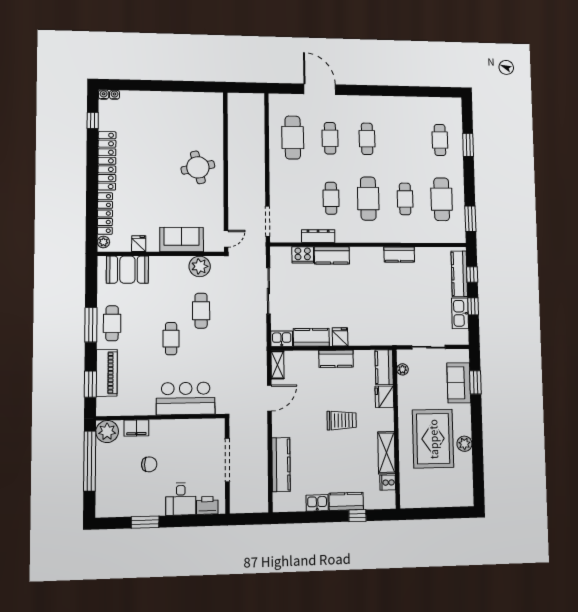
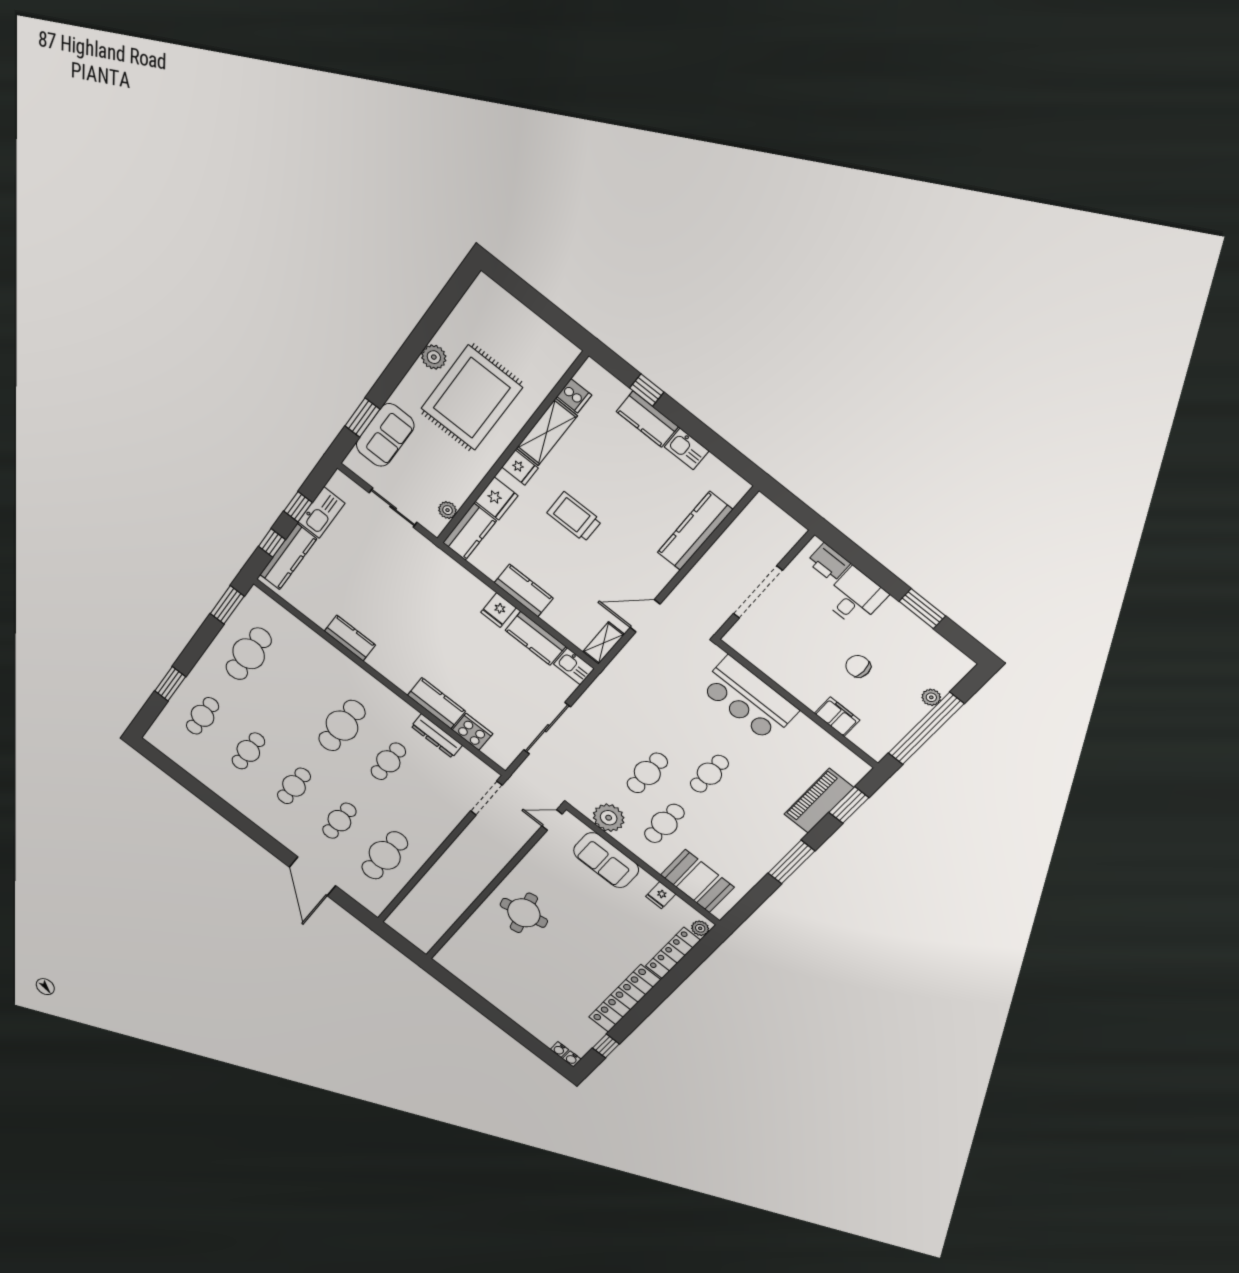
cafe table: (405, 199) -> (248, 751), moved
cafe table: (112, 323) -> (664, 823), moved
fridge: (385, 423) -> (520, 468), added
plant: (107, 432) -> (931, 697), moved, width x0.53, depth x0.53

